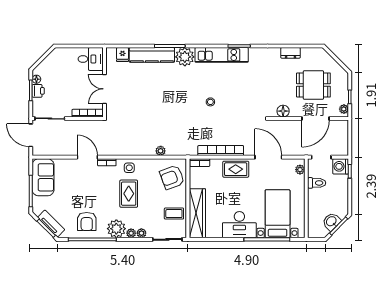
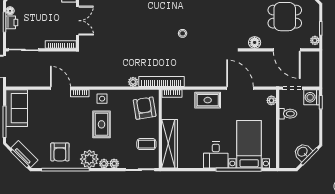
double door: (104, 89) -> (78, 21), swing flipped
door: (315, 119) -> (287, 50), hinge flipped
bookcase: (221, 151) -> (161, 82), moved
armchair: (172, 177) -> (145, 108), turned 101
desk: (239, 225) -> (216, 155), width x0.73

